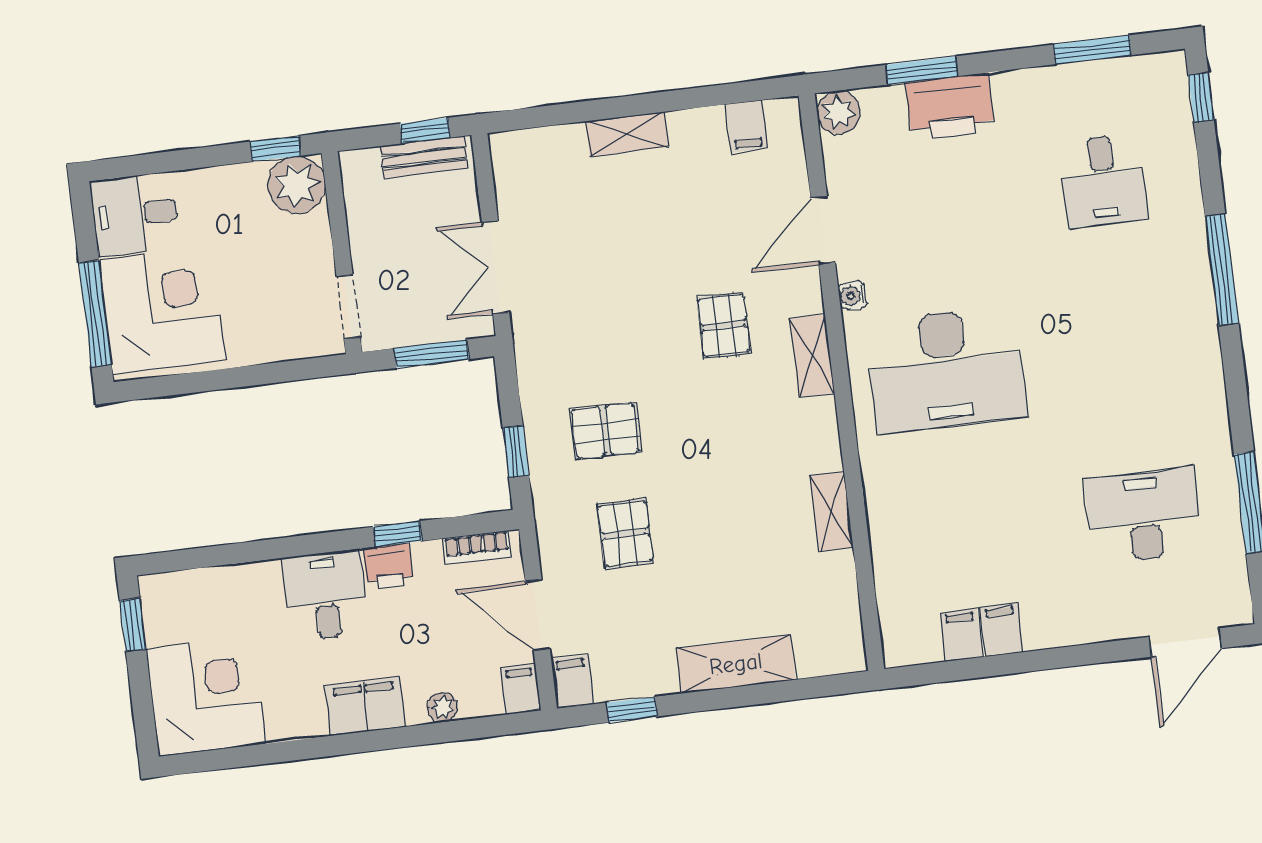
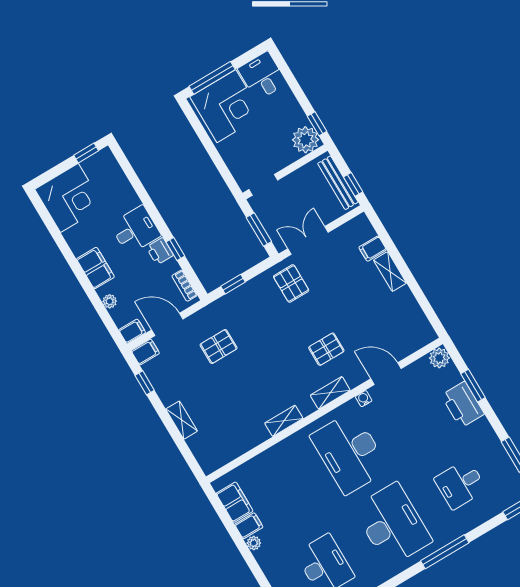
filing cabinet: (747, 126) -> (373, 249), moved
bench: (424, 157) -> (338, 183), width x1.36
desk: (1124, 348) -> (393, 525), added
pallet: (605, 431) -> (291, 283), moved
shelving: (832, 511) -> (284, 421), moved
door: (538, 615) -> (167, 324), hinge flipped
filing cabinet: (961, 635) -> (235, 502), width x2.00
plant: (1039, 635) -> (254, 543), added
shelving: (736, 664) -> (182, 420), width x0.67, depth x0.75

